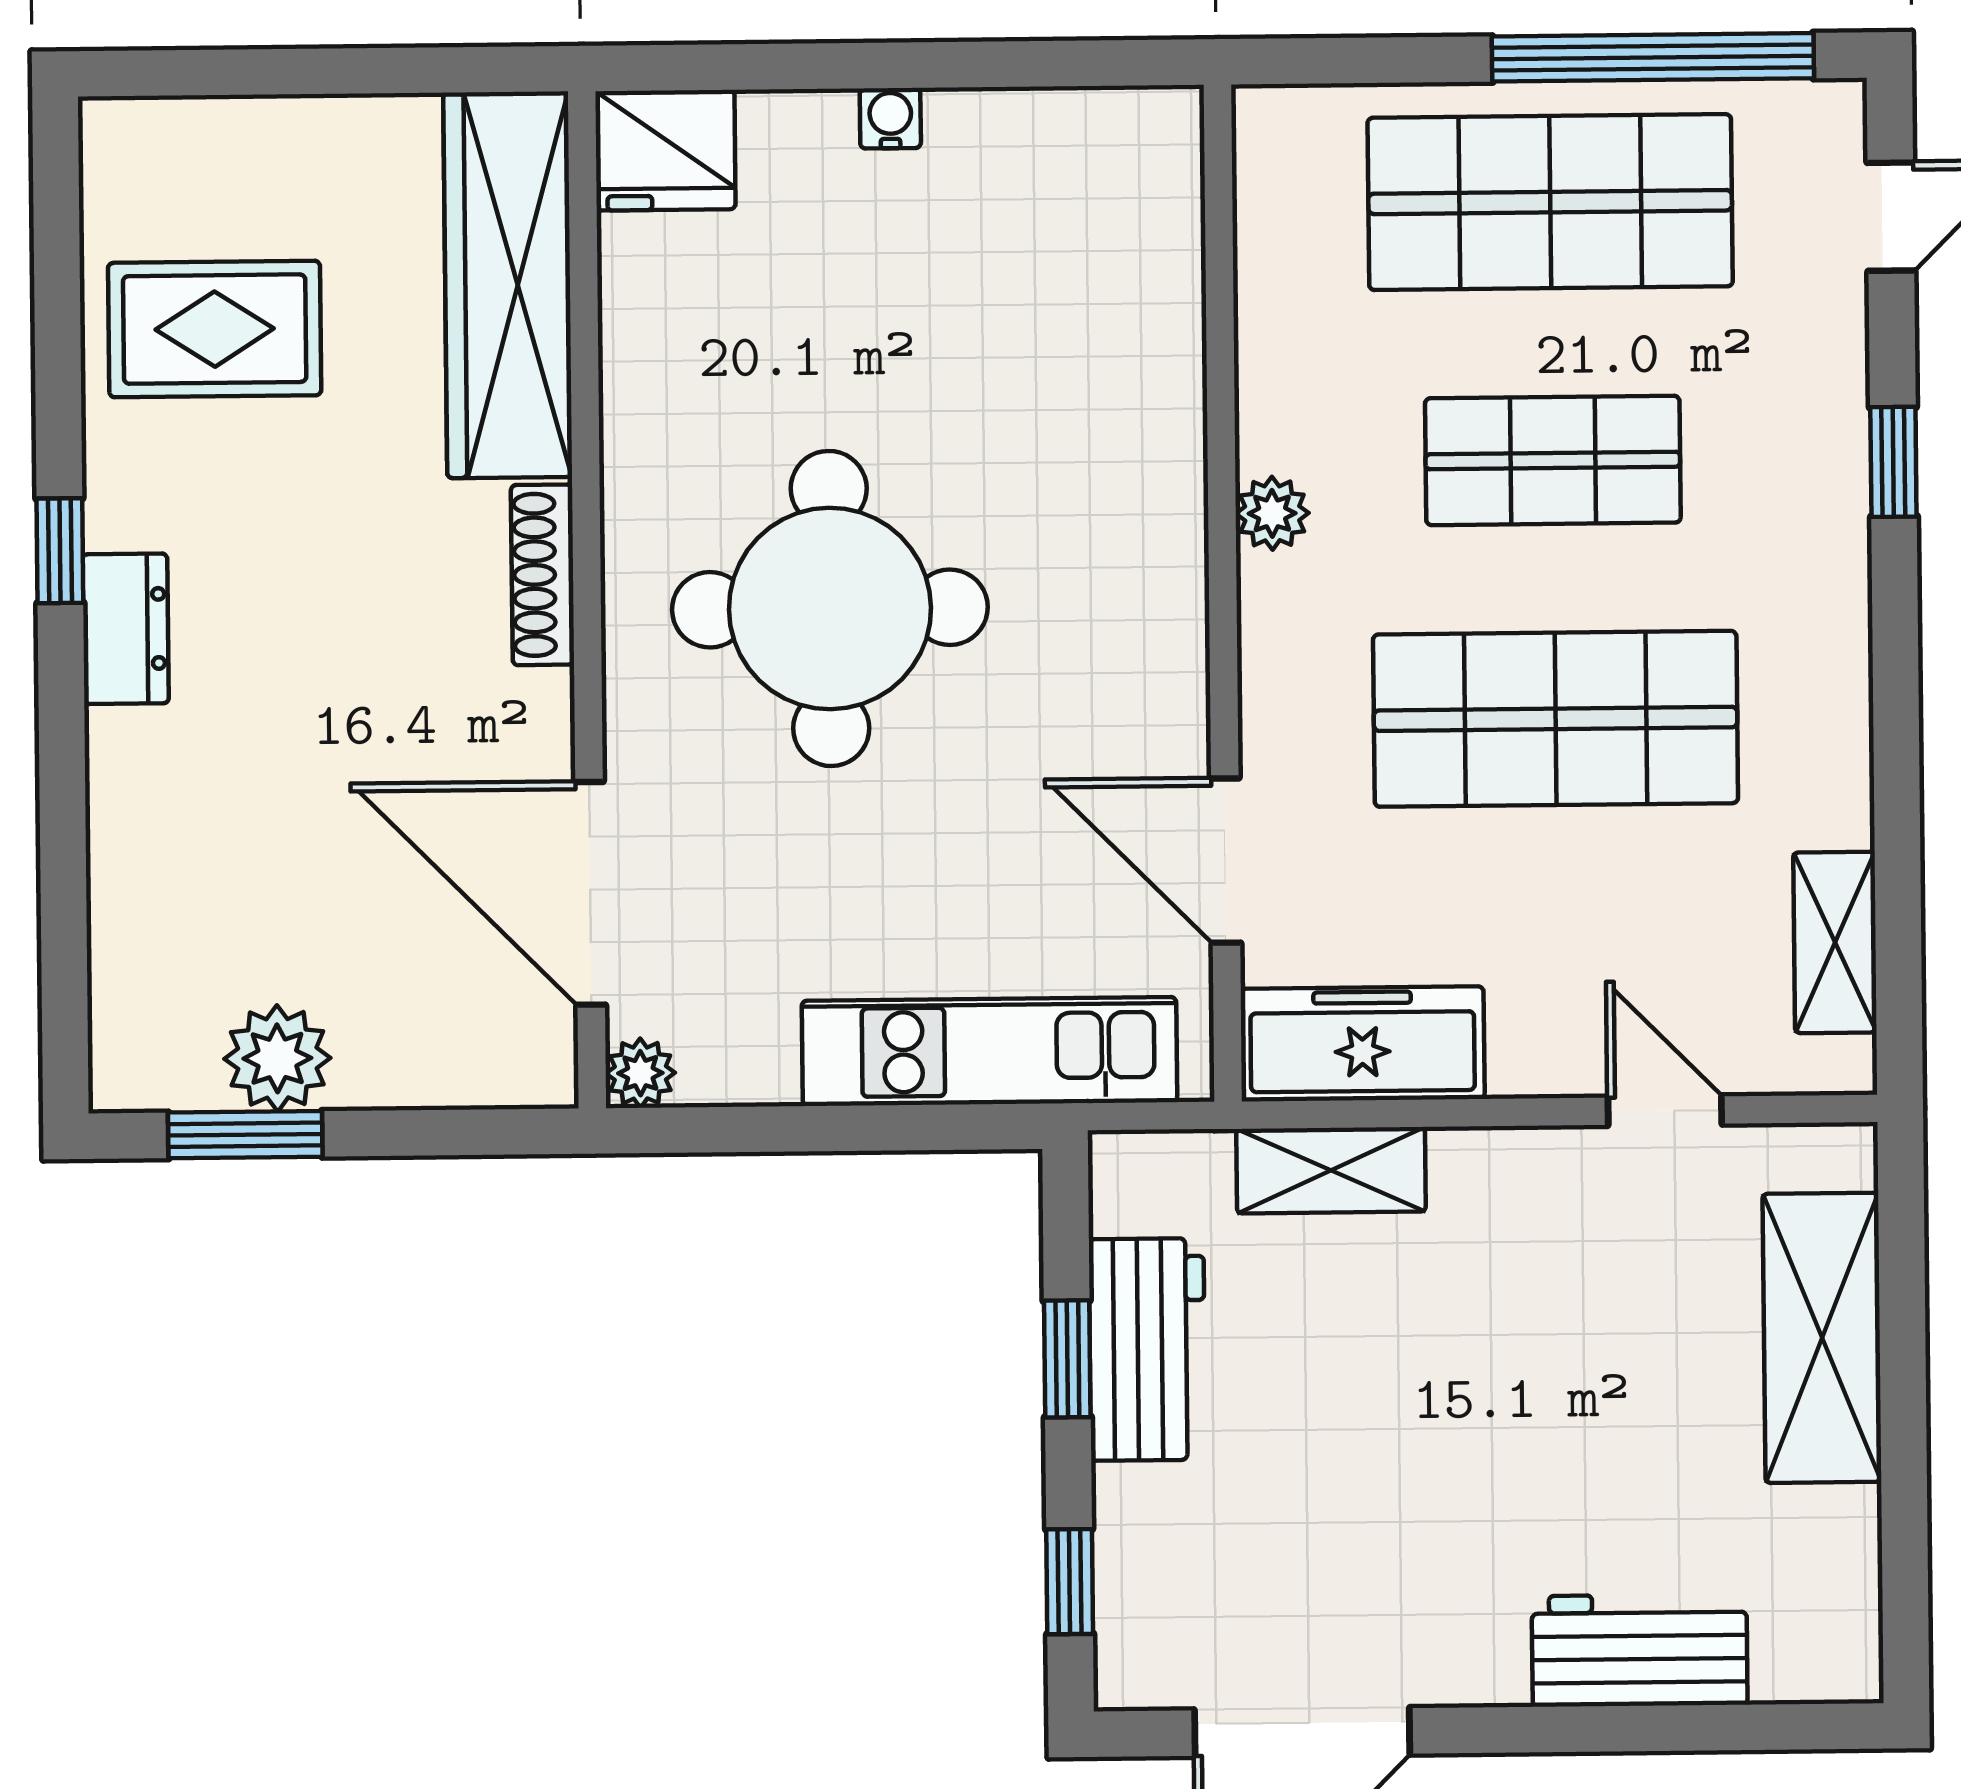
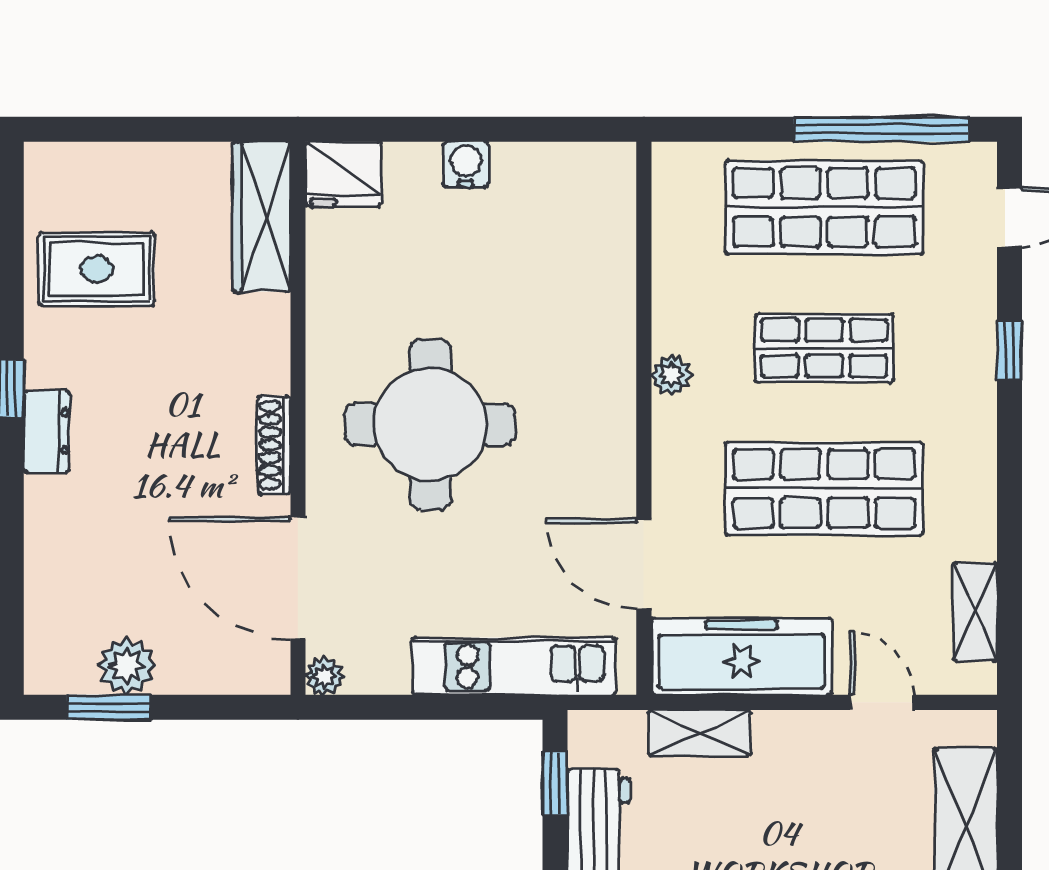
water cooler: (890, 118) -> (466, 164), width x1.38, depth x1.38
wardrobe: (508, 285) -> (262, 217), width x0.71, depth x0.85
shoe rack: (543, 575) -> (274, 445), moved
freezer: (1363, 1044) -> (741, 656), width x1.36, depth x1.26
window: (1067, 1359) -> (555, 783), moved

